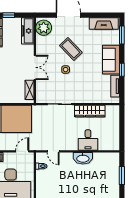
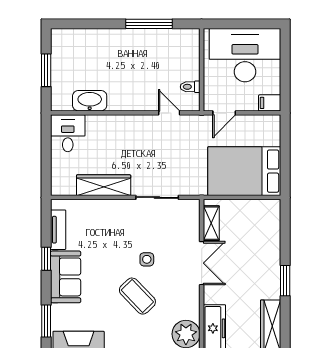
double door: (35, 67) -> (202, 263), swing flipped
desk: (88, 140) -> (68, 133), moved
washbasin: (83, 158) -> (90, 101), moved

